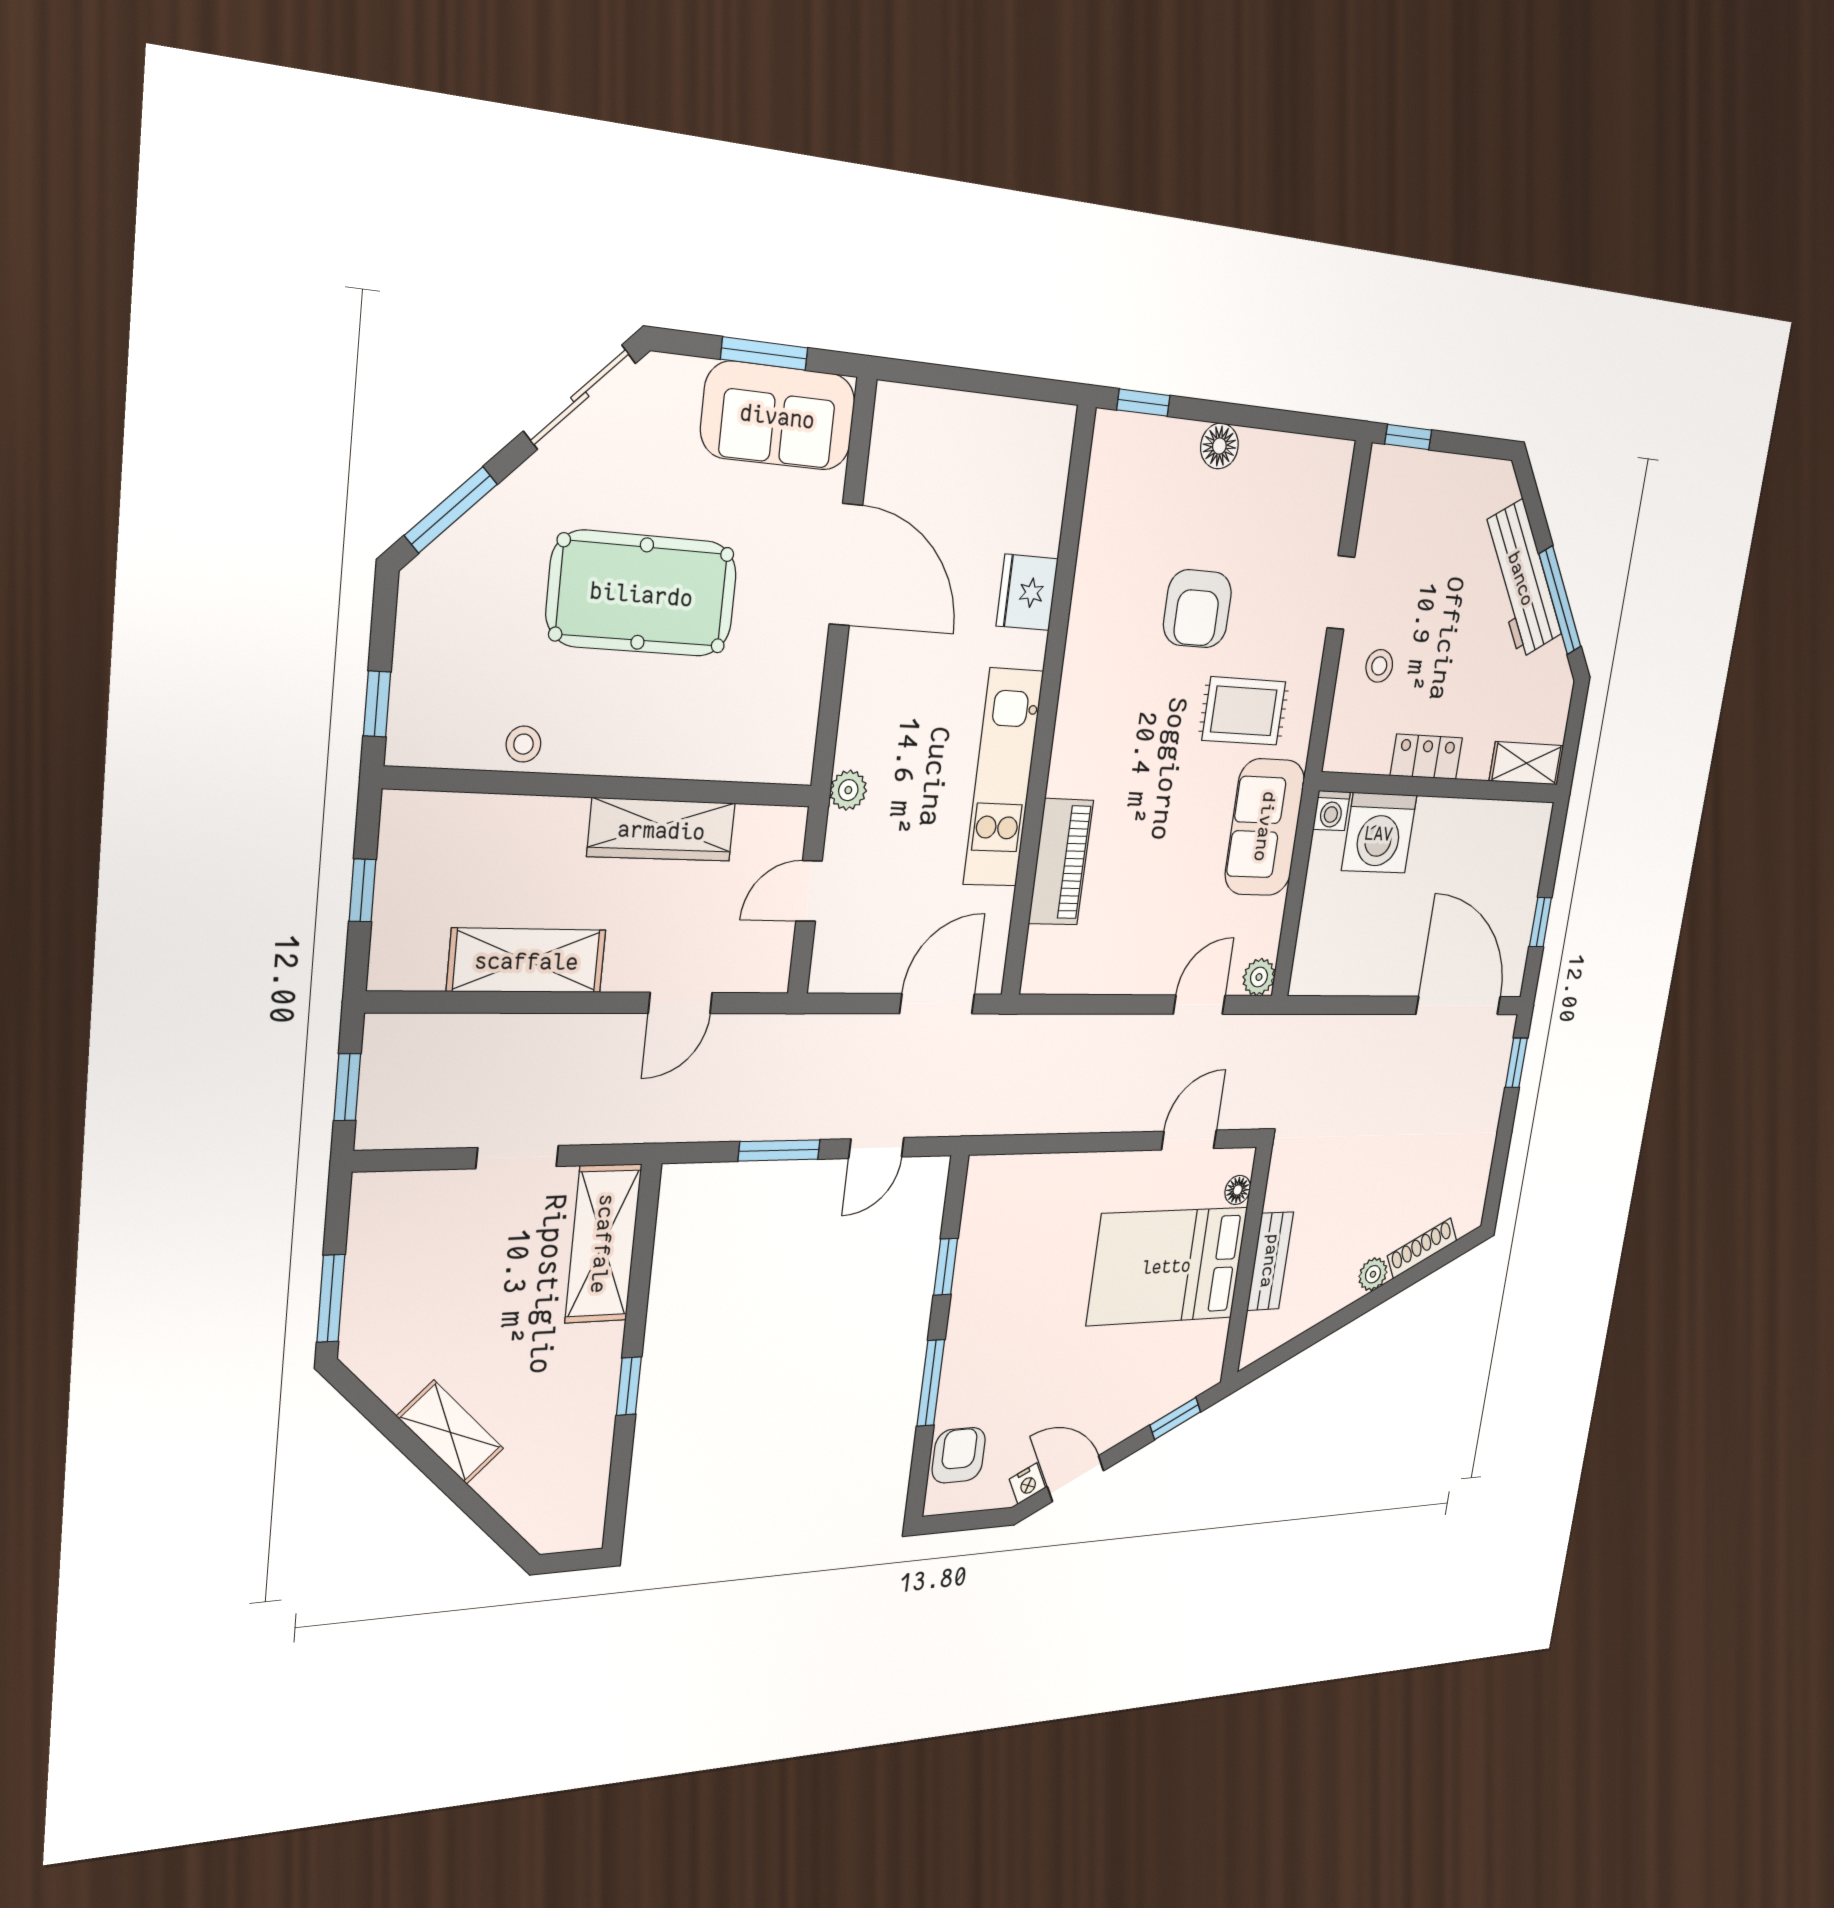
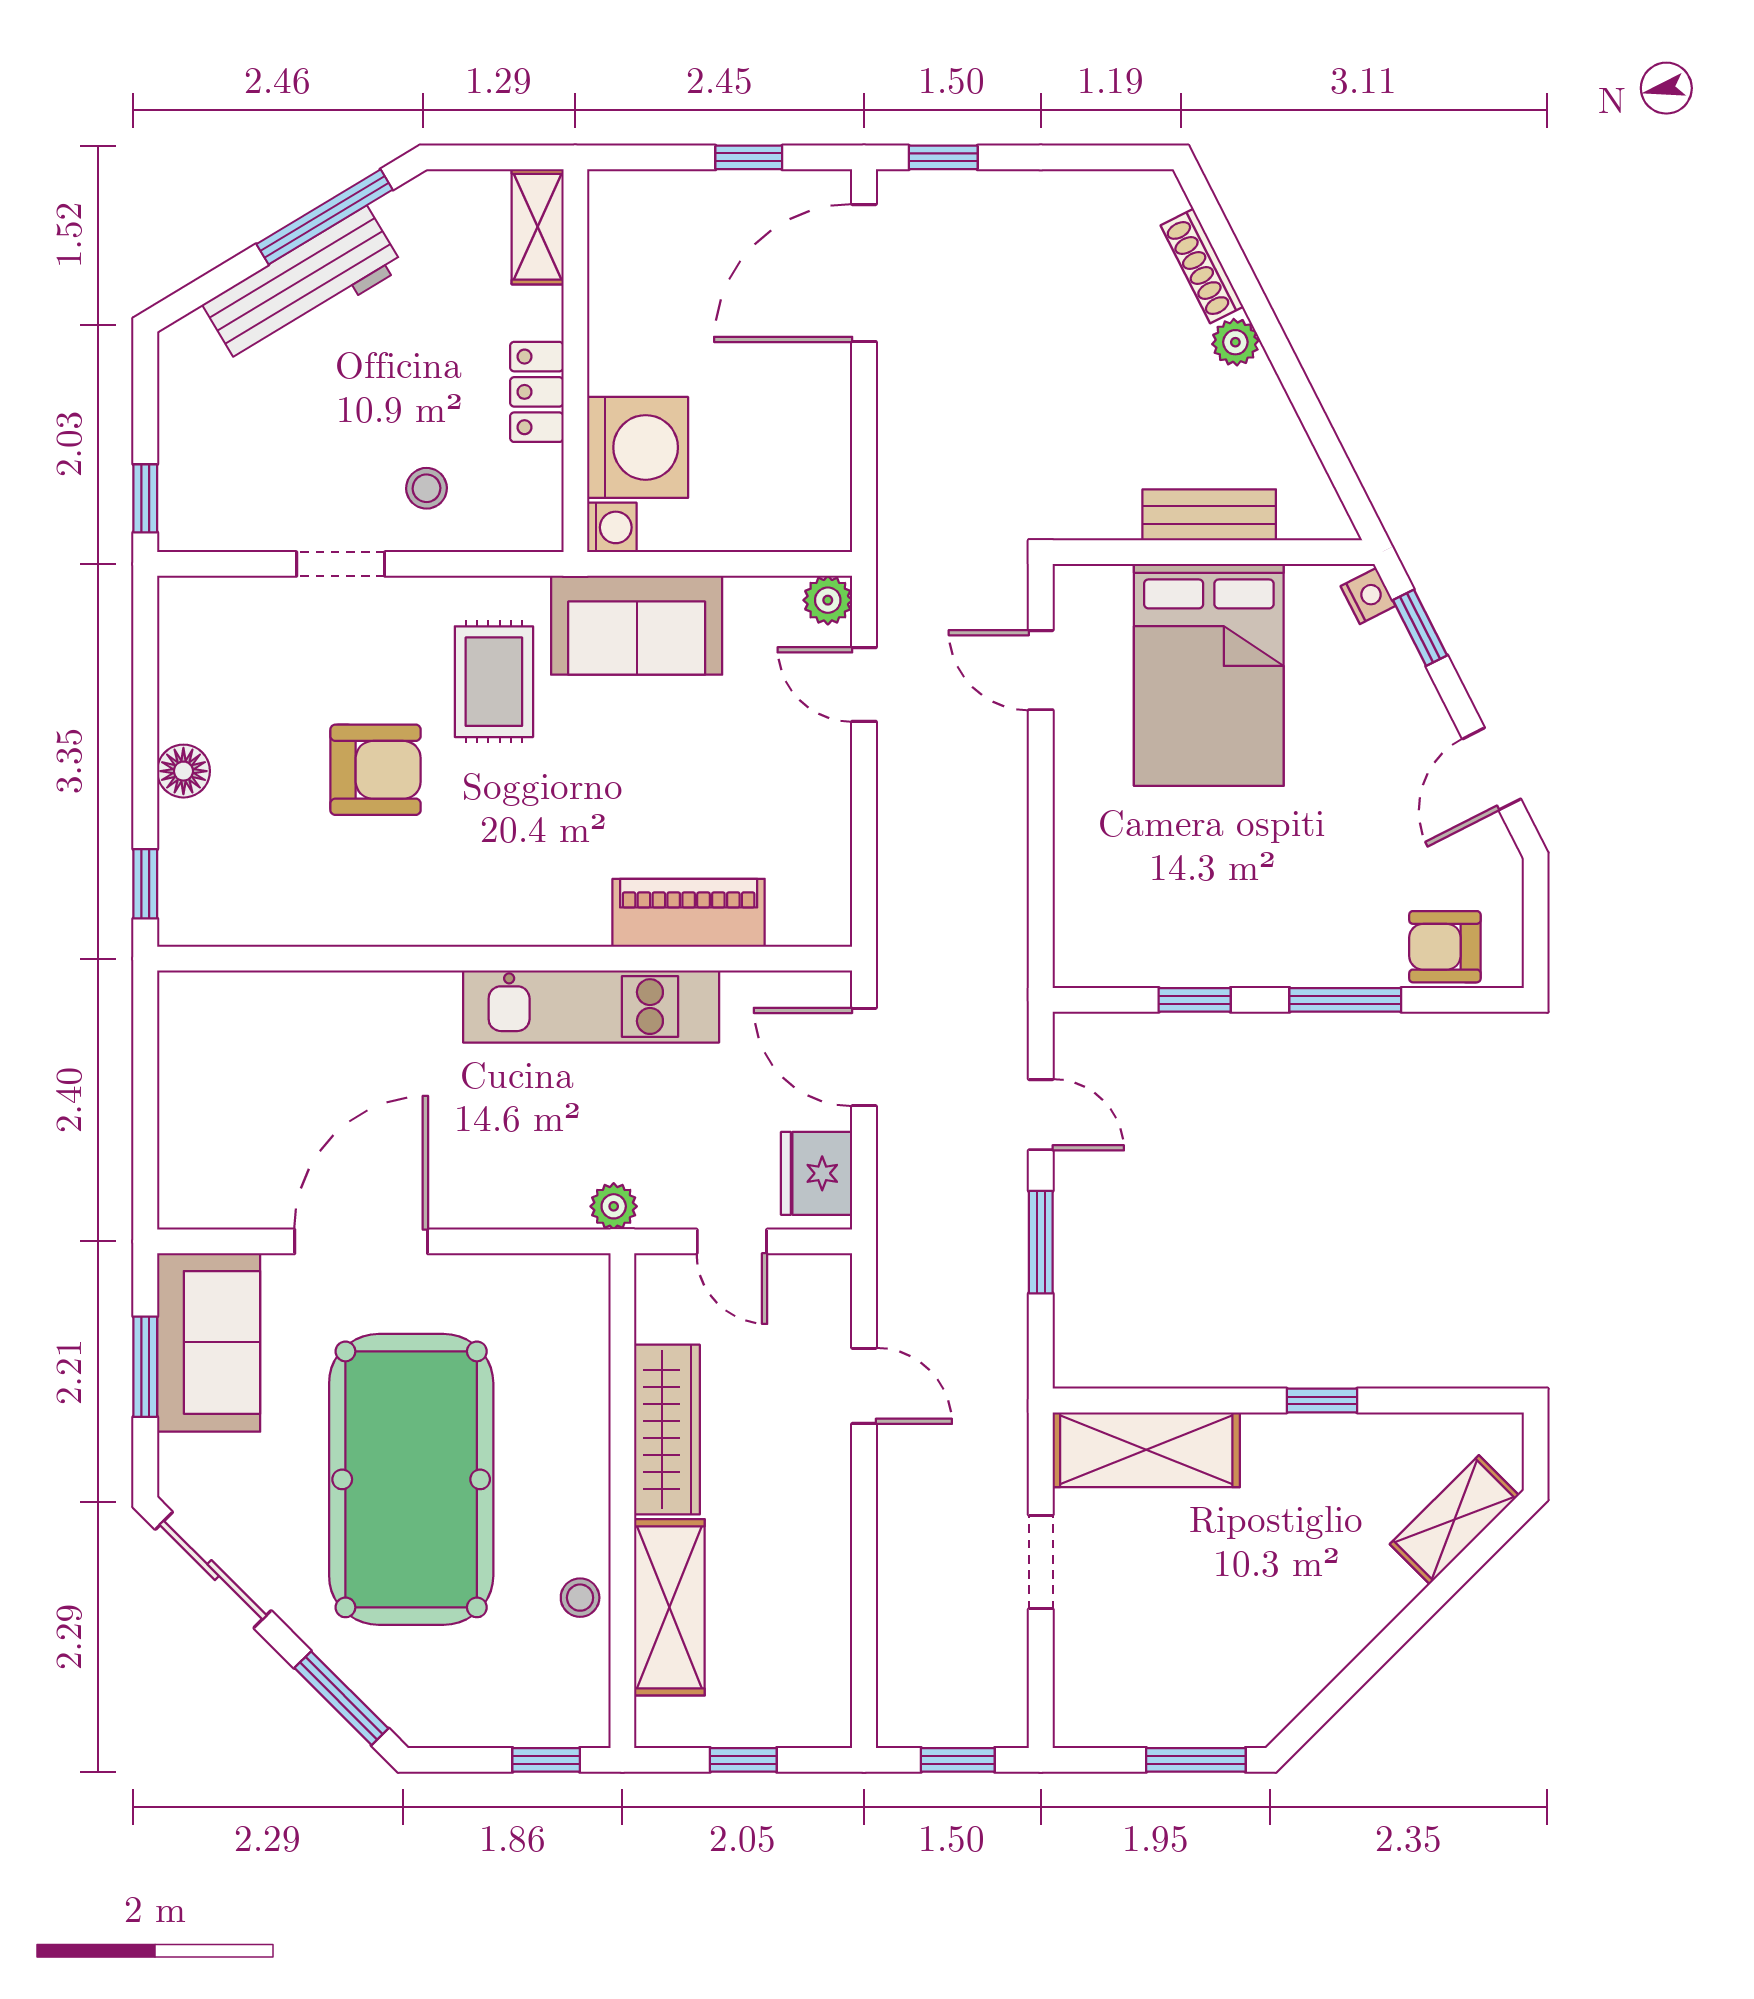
fridge: (1027, 592) -> (817, 1173), moved, turned 90
pool table: (642, 594) -> (411, 1479), width x1.36, depth x1.32
shelving: (527, 961) -> (669, 1607), moved
floor lamp: (1238, 1190) -> (1110, 583), removed
shelving: (450, 1432) -> (1454, 1520), moved
nightstand: (1027, 1483) -> (1368, 596), moved

